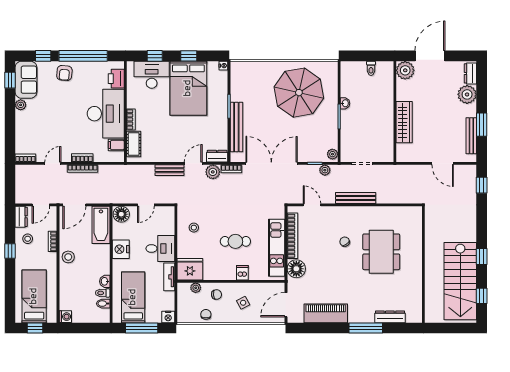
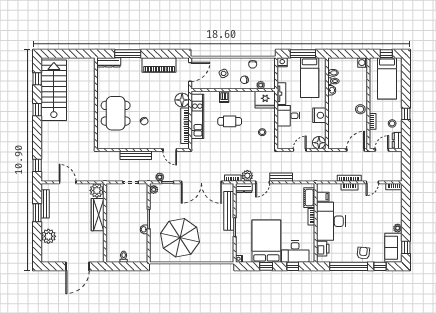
plant: (405, 70) -> (97, 190), moved
dresser: (470, 73) -> (46, 253), removed
bathtub: (101, 225) -> (335, 134), removed
wall: (423, 264) -> (96, 103), moved

